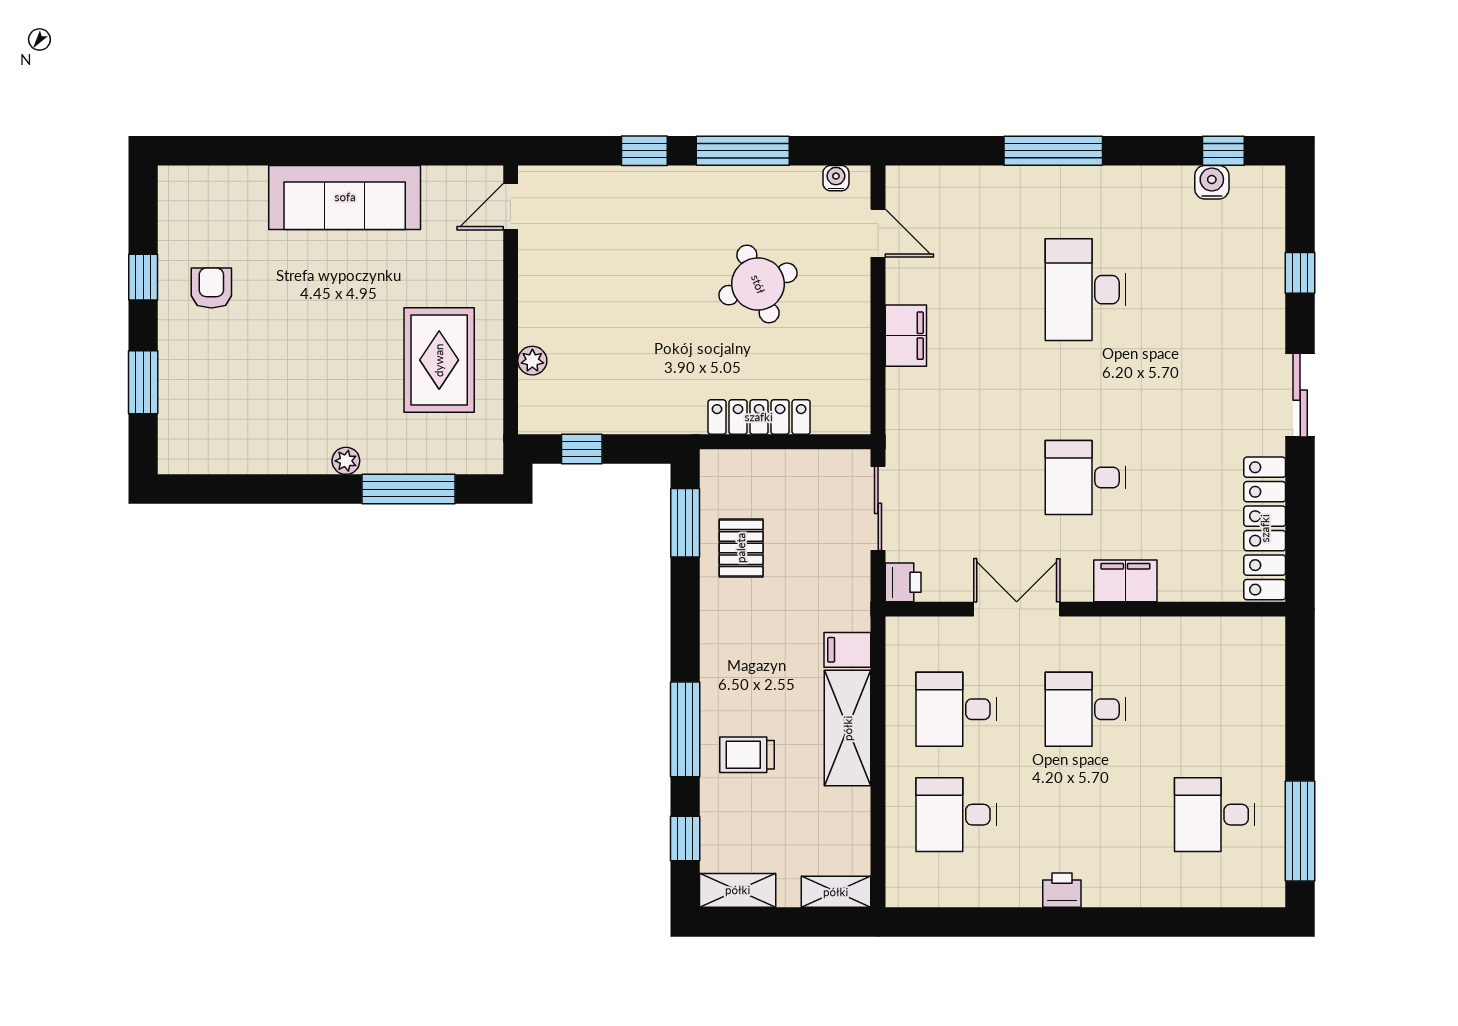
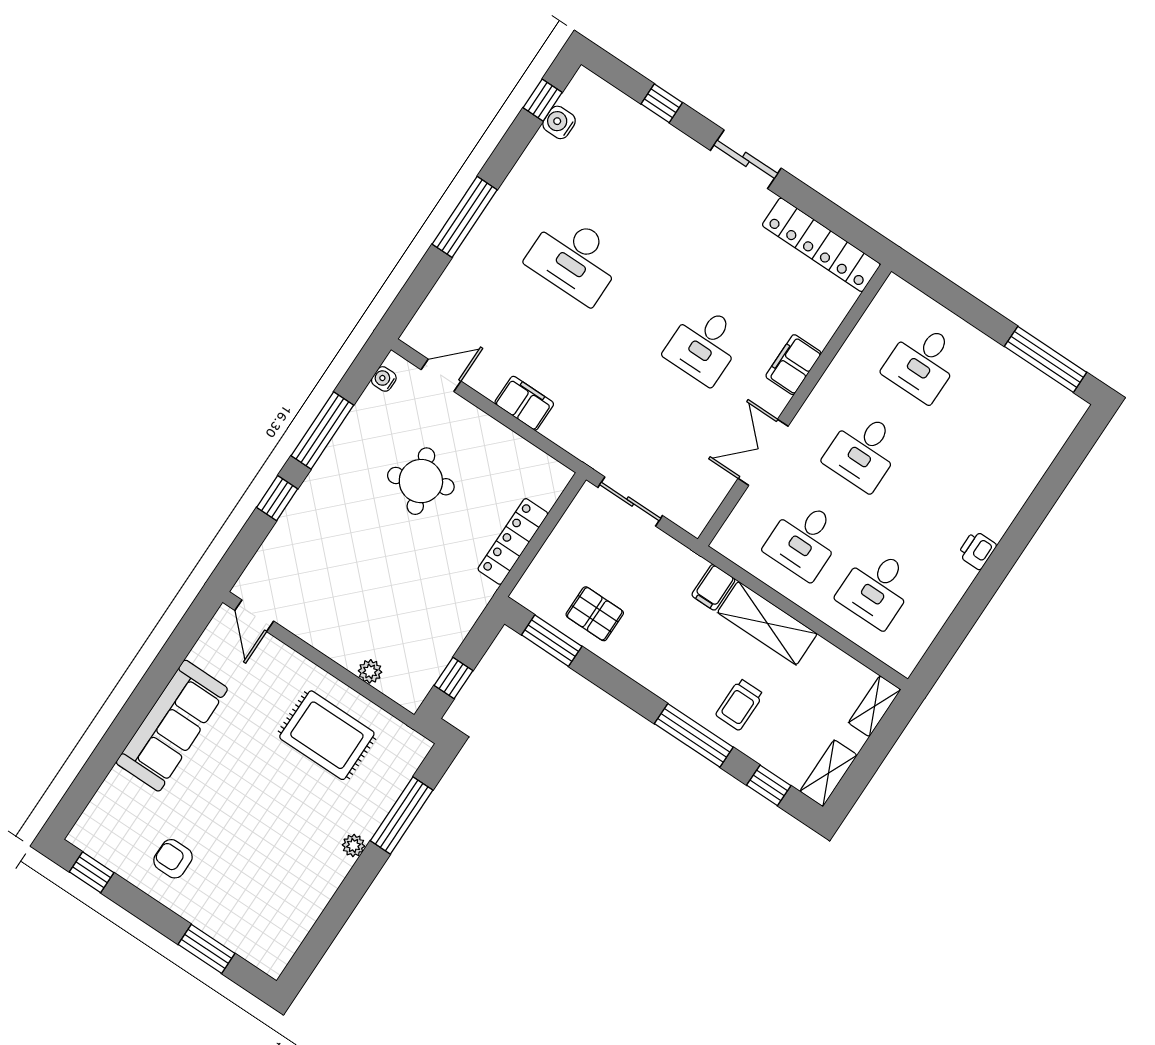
window: (143, 277) -> (92, 872), moved
printer: (903, 582) -> (693, 518), removed
desk: (1215, 815) -> (923, 362), moved

